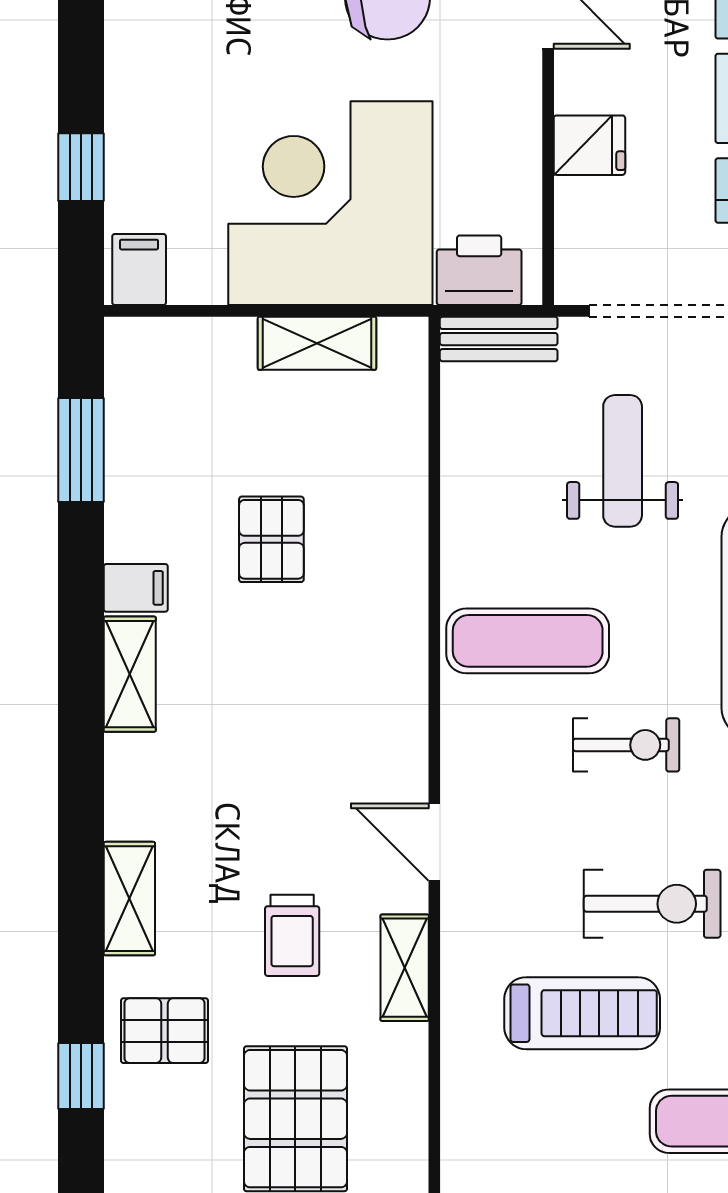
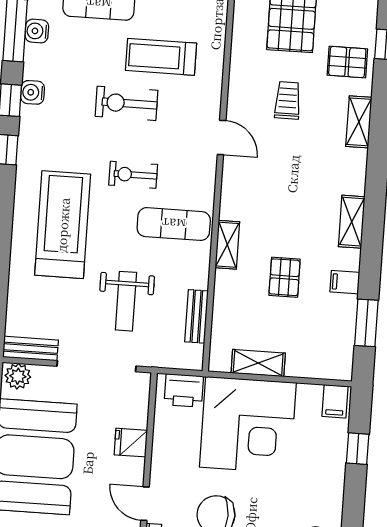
bench: (499, 339) -> (196, 316), moved, turned 90
filing cabinet: (136, 588) -> (345, 282), moved
shelving: (405, 968) -> (227, 245), moved

